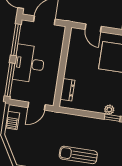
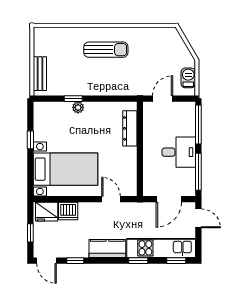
desk: (29, 64) -> (179, 152), width x0.73
dresser: (67, 90) -> (130, 128), width x1.44

